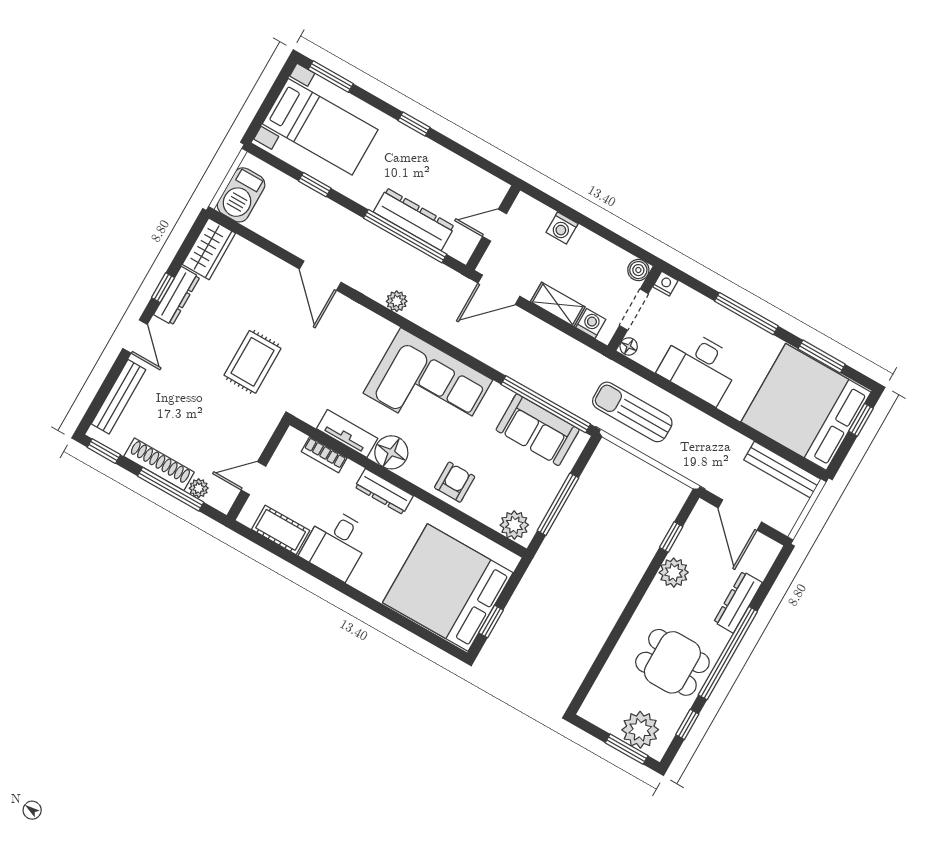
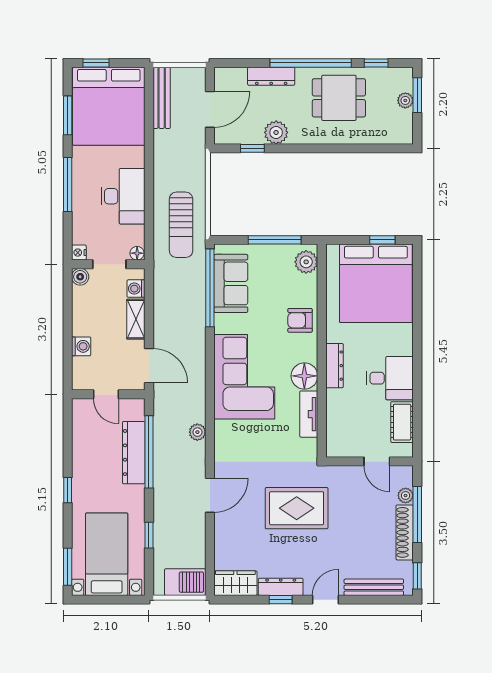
rug: (252, 362) -> (297, 508), width x1.36, depth x1.43
bookcase: (324, 455) -> (333, 422), removed
dining table: (672, 662) -> (339, 98), turned 90
plant: (640, 730) -> (405, 100), width x0.53, depth x0.53

